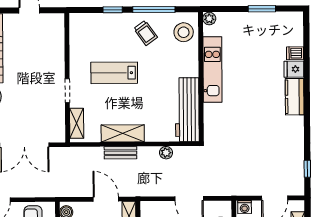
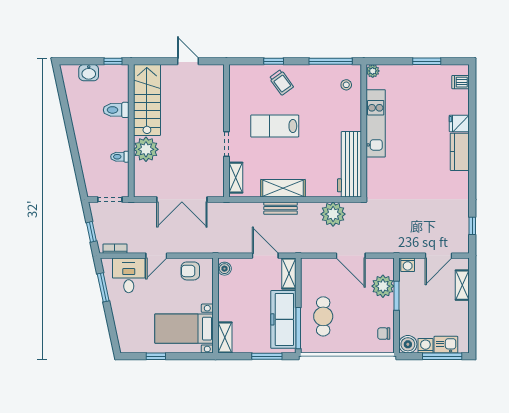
window: (154, 10) -> (331, 61), moved
stool: (184, 32) -> (346, 85), width x0.53, depth x0.53
trolley: (146, 33) -> (281, 82), moved
dishwasher: (295, 53) -> (461, 82), moved
plant: (166, 153) -> (333, 214), width x1.87, depth x1.87

